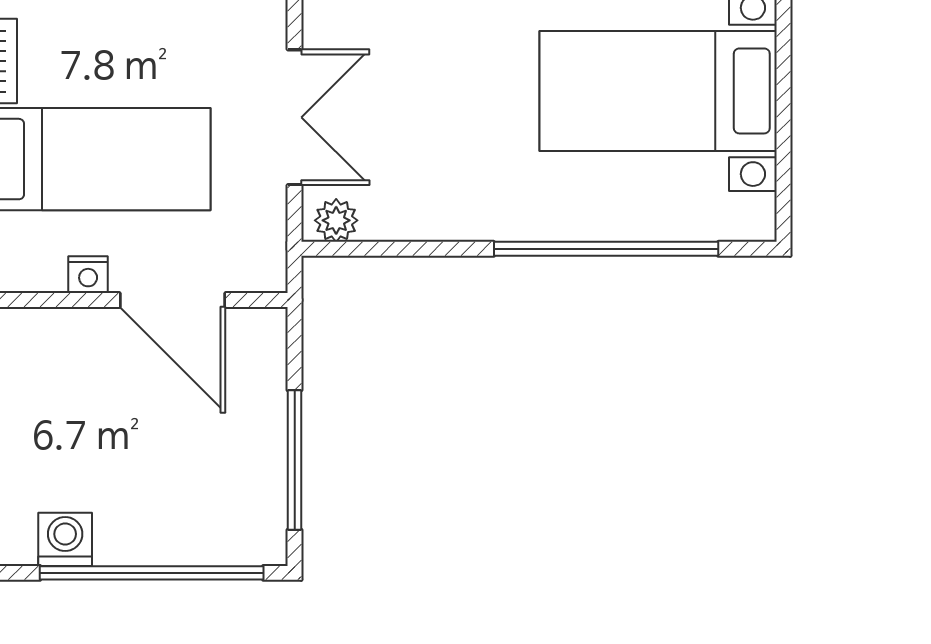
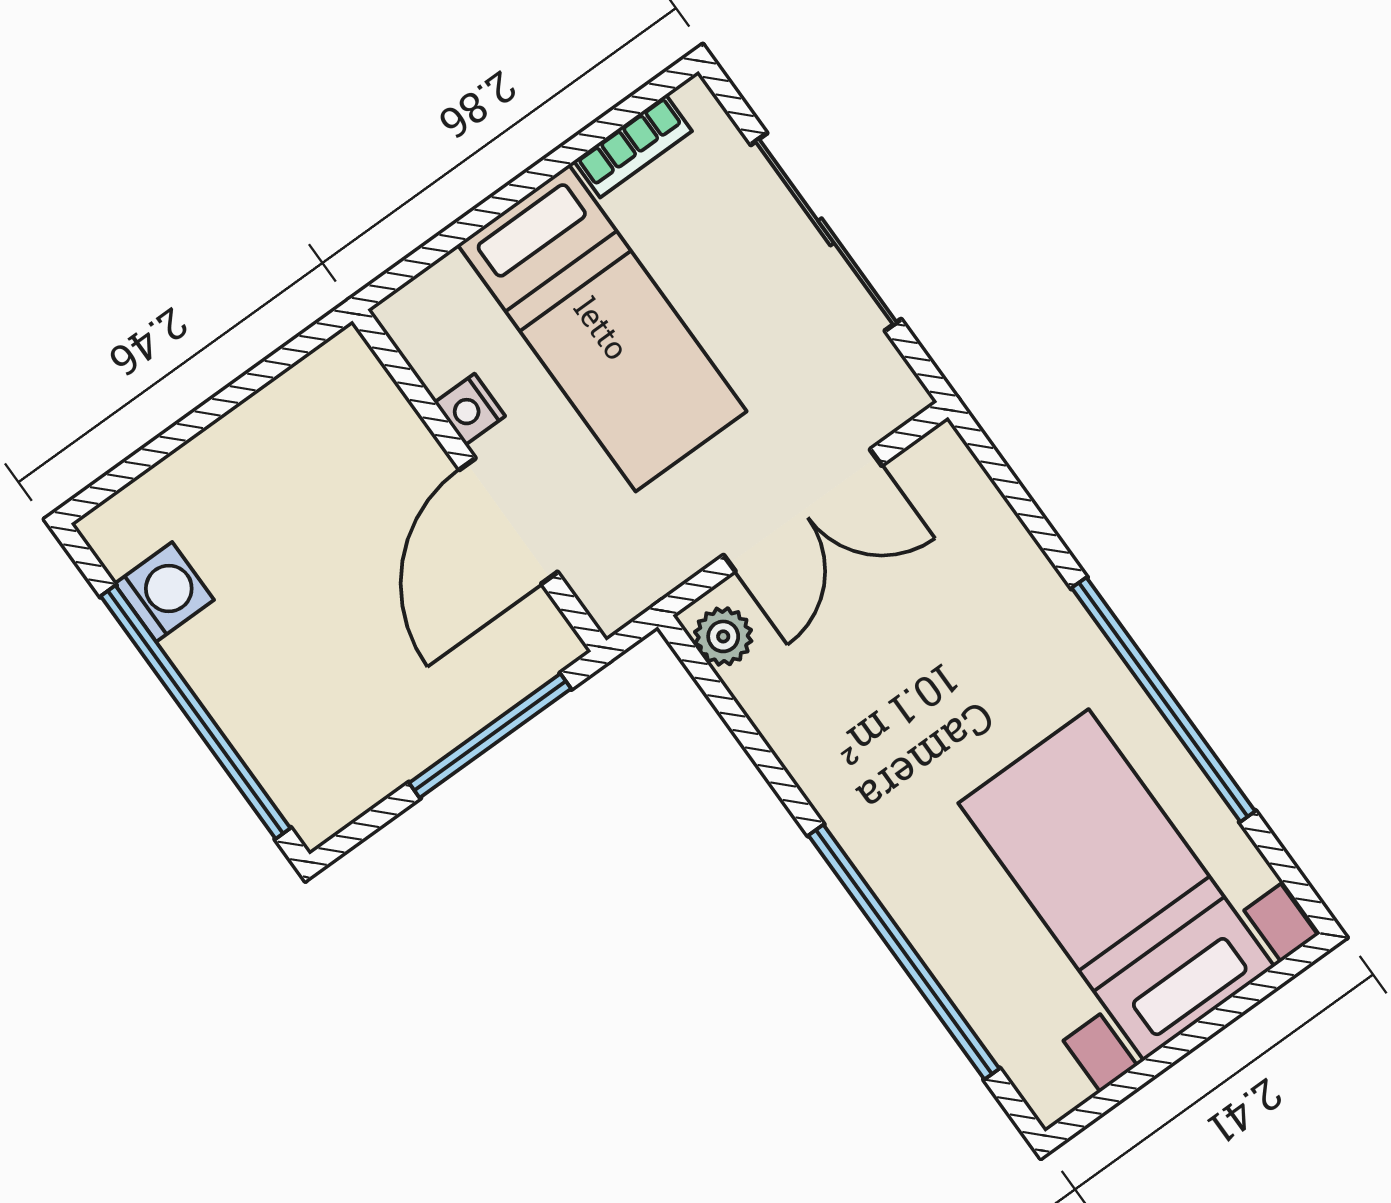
window: (295, 460) -> (490, 736), moved

